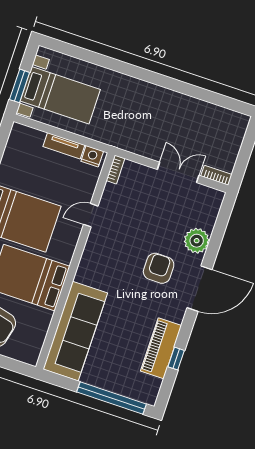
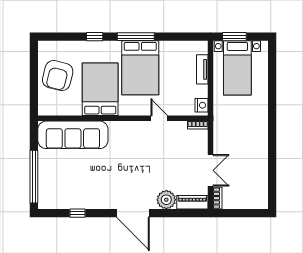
tv unit: (64, 146) -> (202, 69), moved
armchair: (159, 268) -> (138, 179), removed
piano: (161, 348) -> (192, 202), moved, width x0.73, depth x0.75

